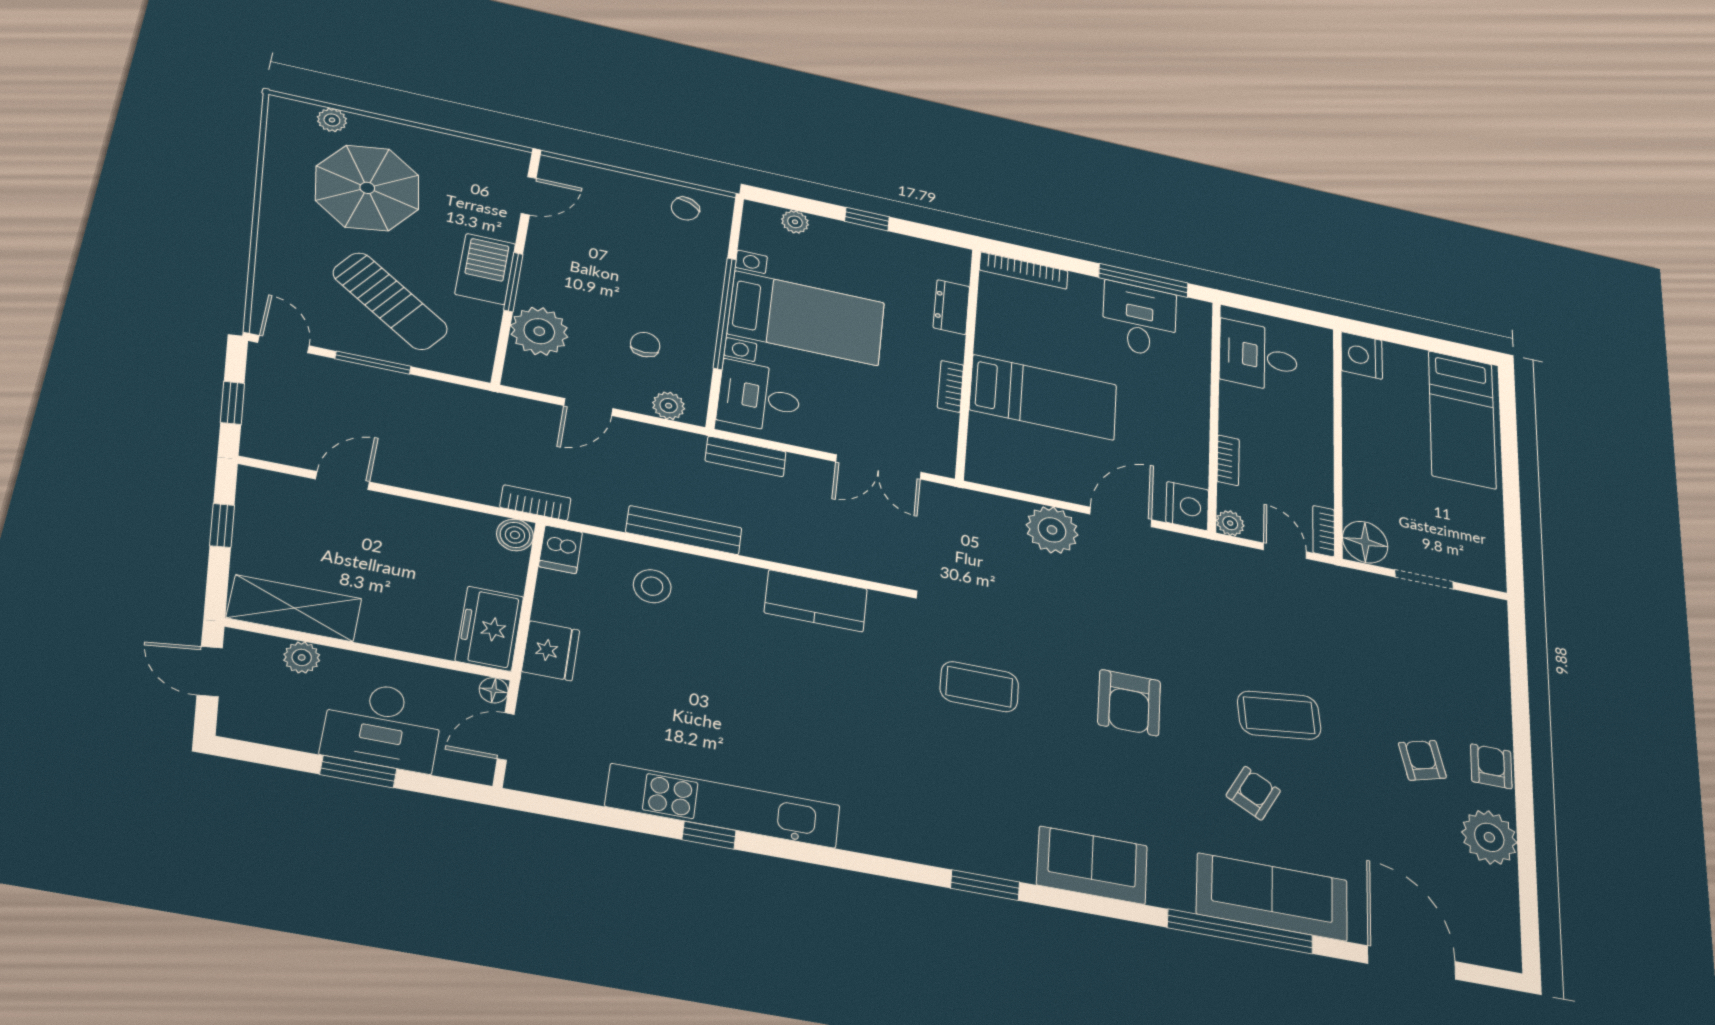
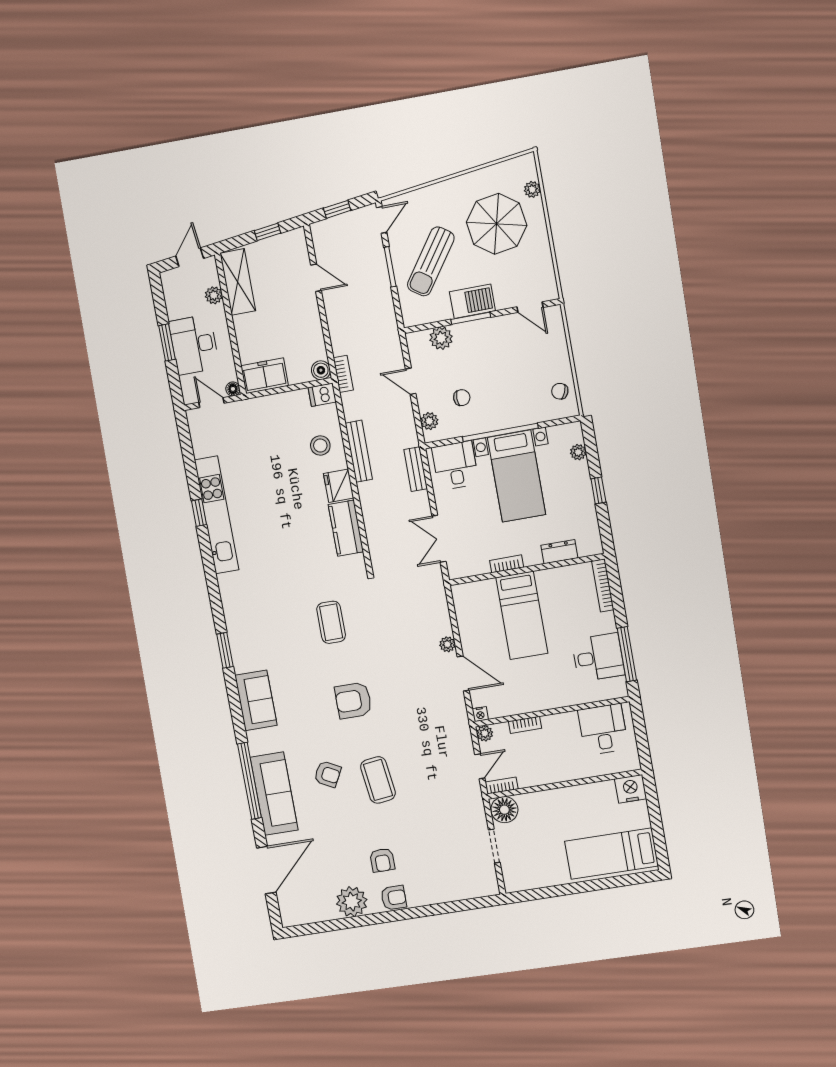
plant: (539, 331) -> (441, 338), width x0.73, depth x0.73
nightstand: (1187, 506) -> (480, 714), width x0.53, depth x0.56
plant: (1052, 530) -> (447, 644), width x0.53, depth x0.53
fridge: (551, 651) -> (339, 486), moved, turned 90
armchair: (1422, 760) -> (382, 860), turned 105

